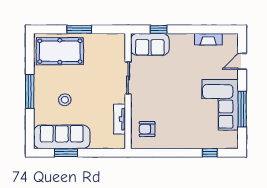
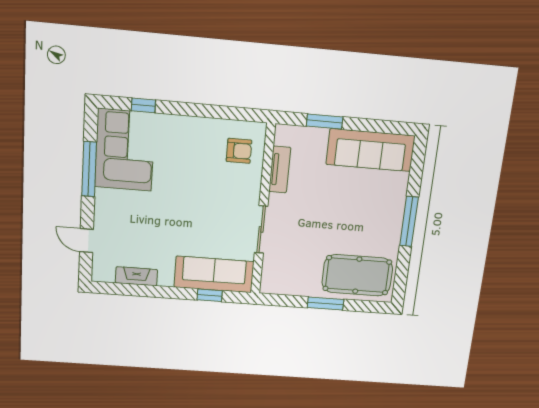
sofa: (150, 44) -> (214, 274), width x1.36
door: (242, 61) -> (86, 241), swing flipped
stool: (65, 100) -> (359, 205), removed
corner sofa: (220, 105) -> (125, 150), moved
window: (66, 153) -> (325, 121), moved

